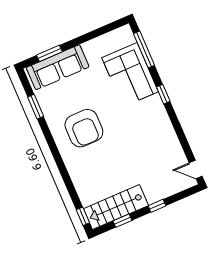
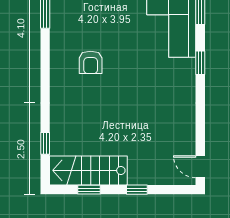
armchair: (84, 128) -> (91, 62), width x0.53, depth x0.53
window: (83, 216) -> (45, 143), moved

